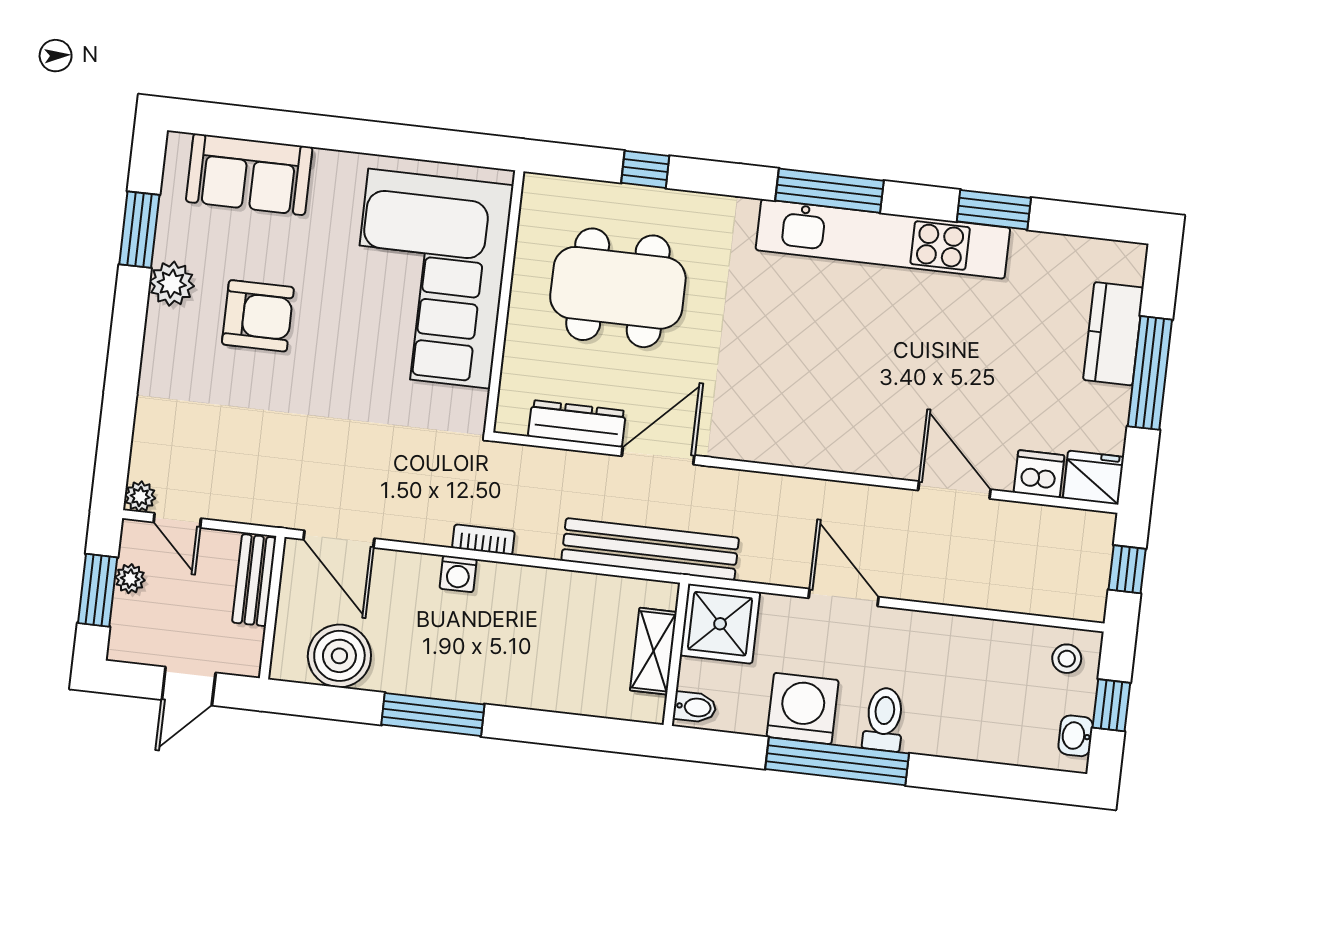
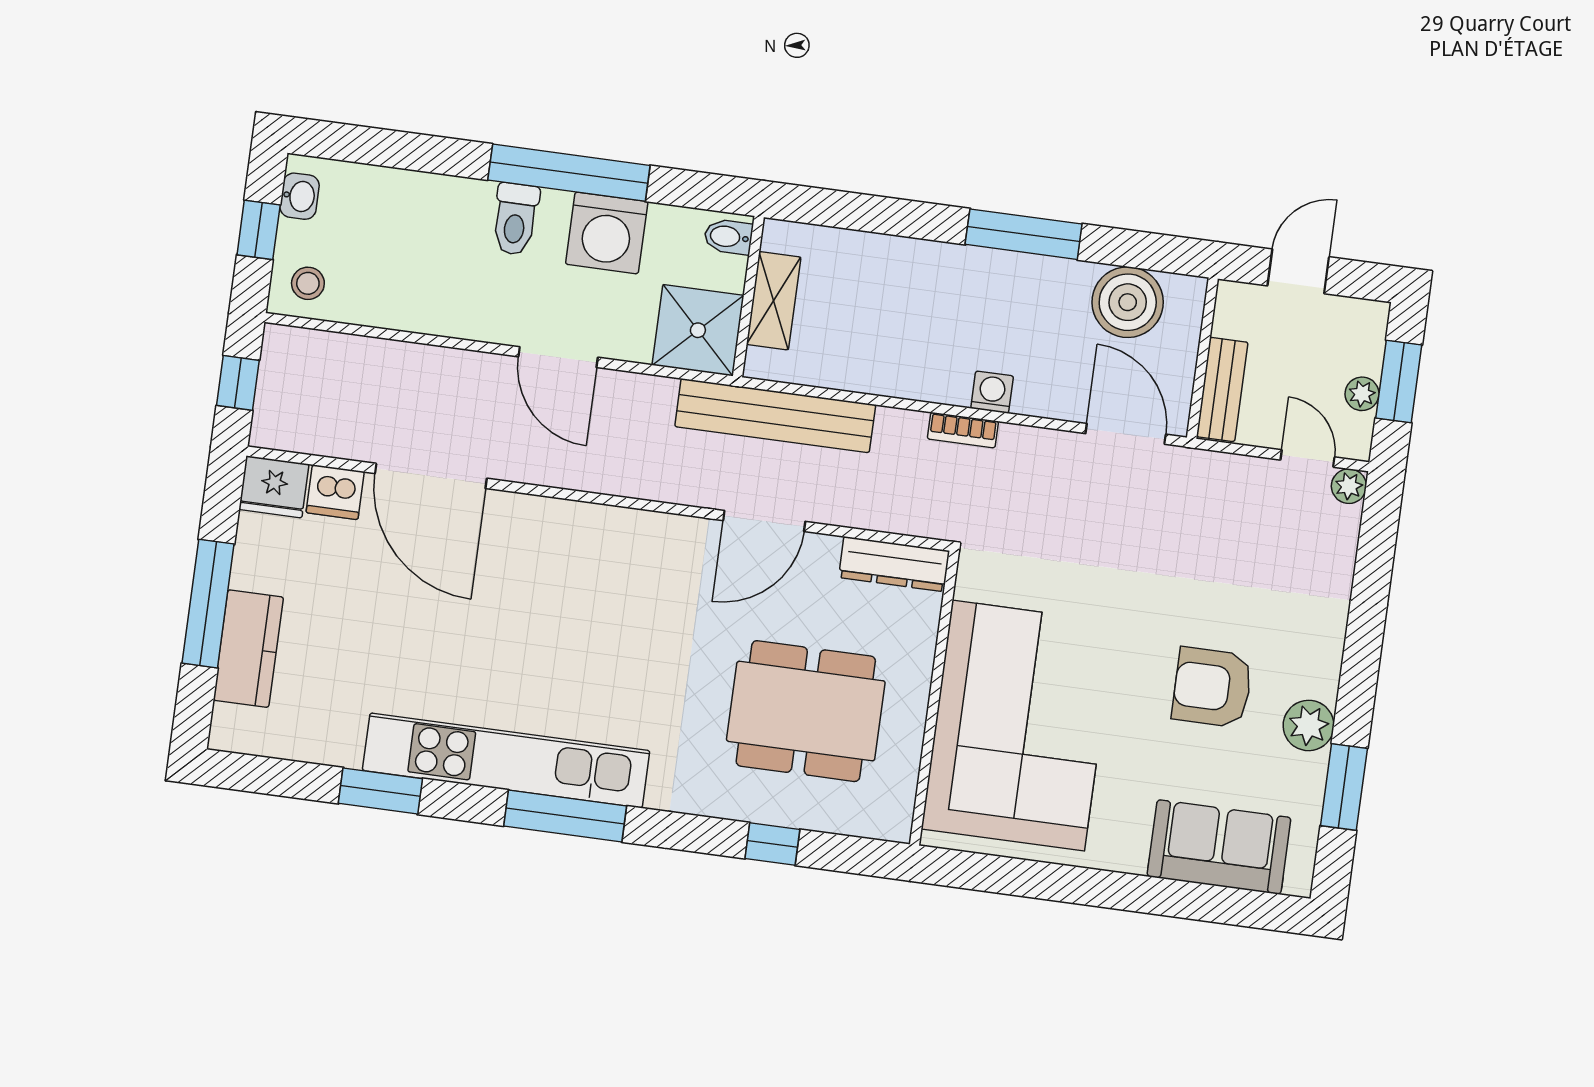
dresser: (577, 424) -> (894, 564), moved
door: (954, 490) -> (431, 476), width x1.36

